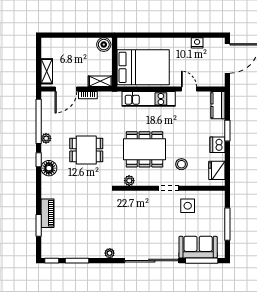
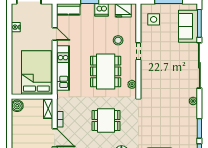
door: (189, 89) -> (55, 34), swing flipped
dining table: (86, 150) -> (106, 121), turned 90
side table: (188, 206) -> (154, 19), moved

